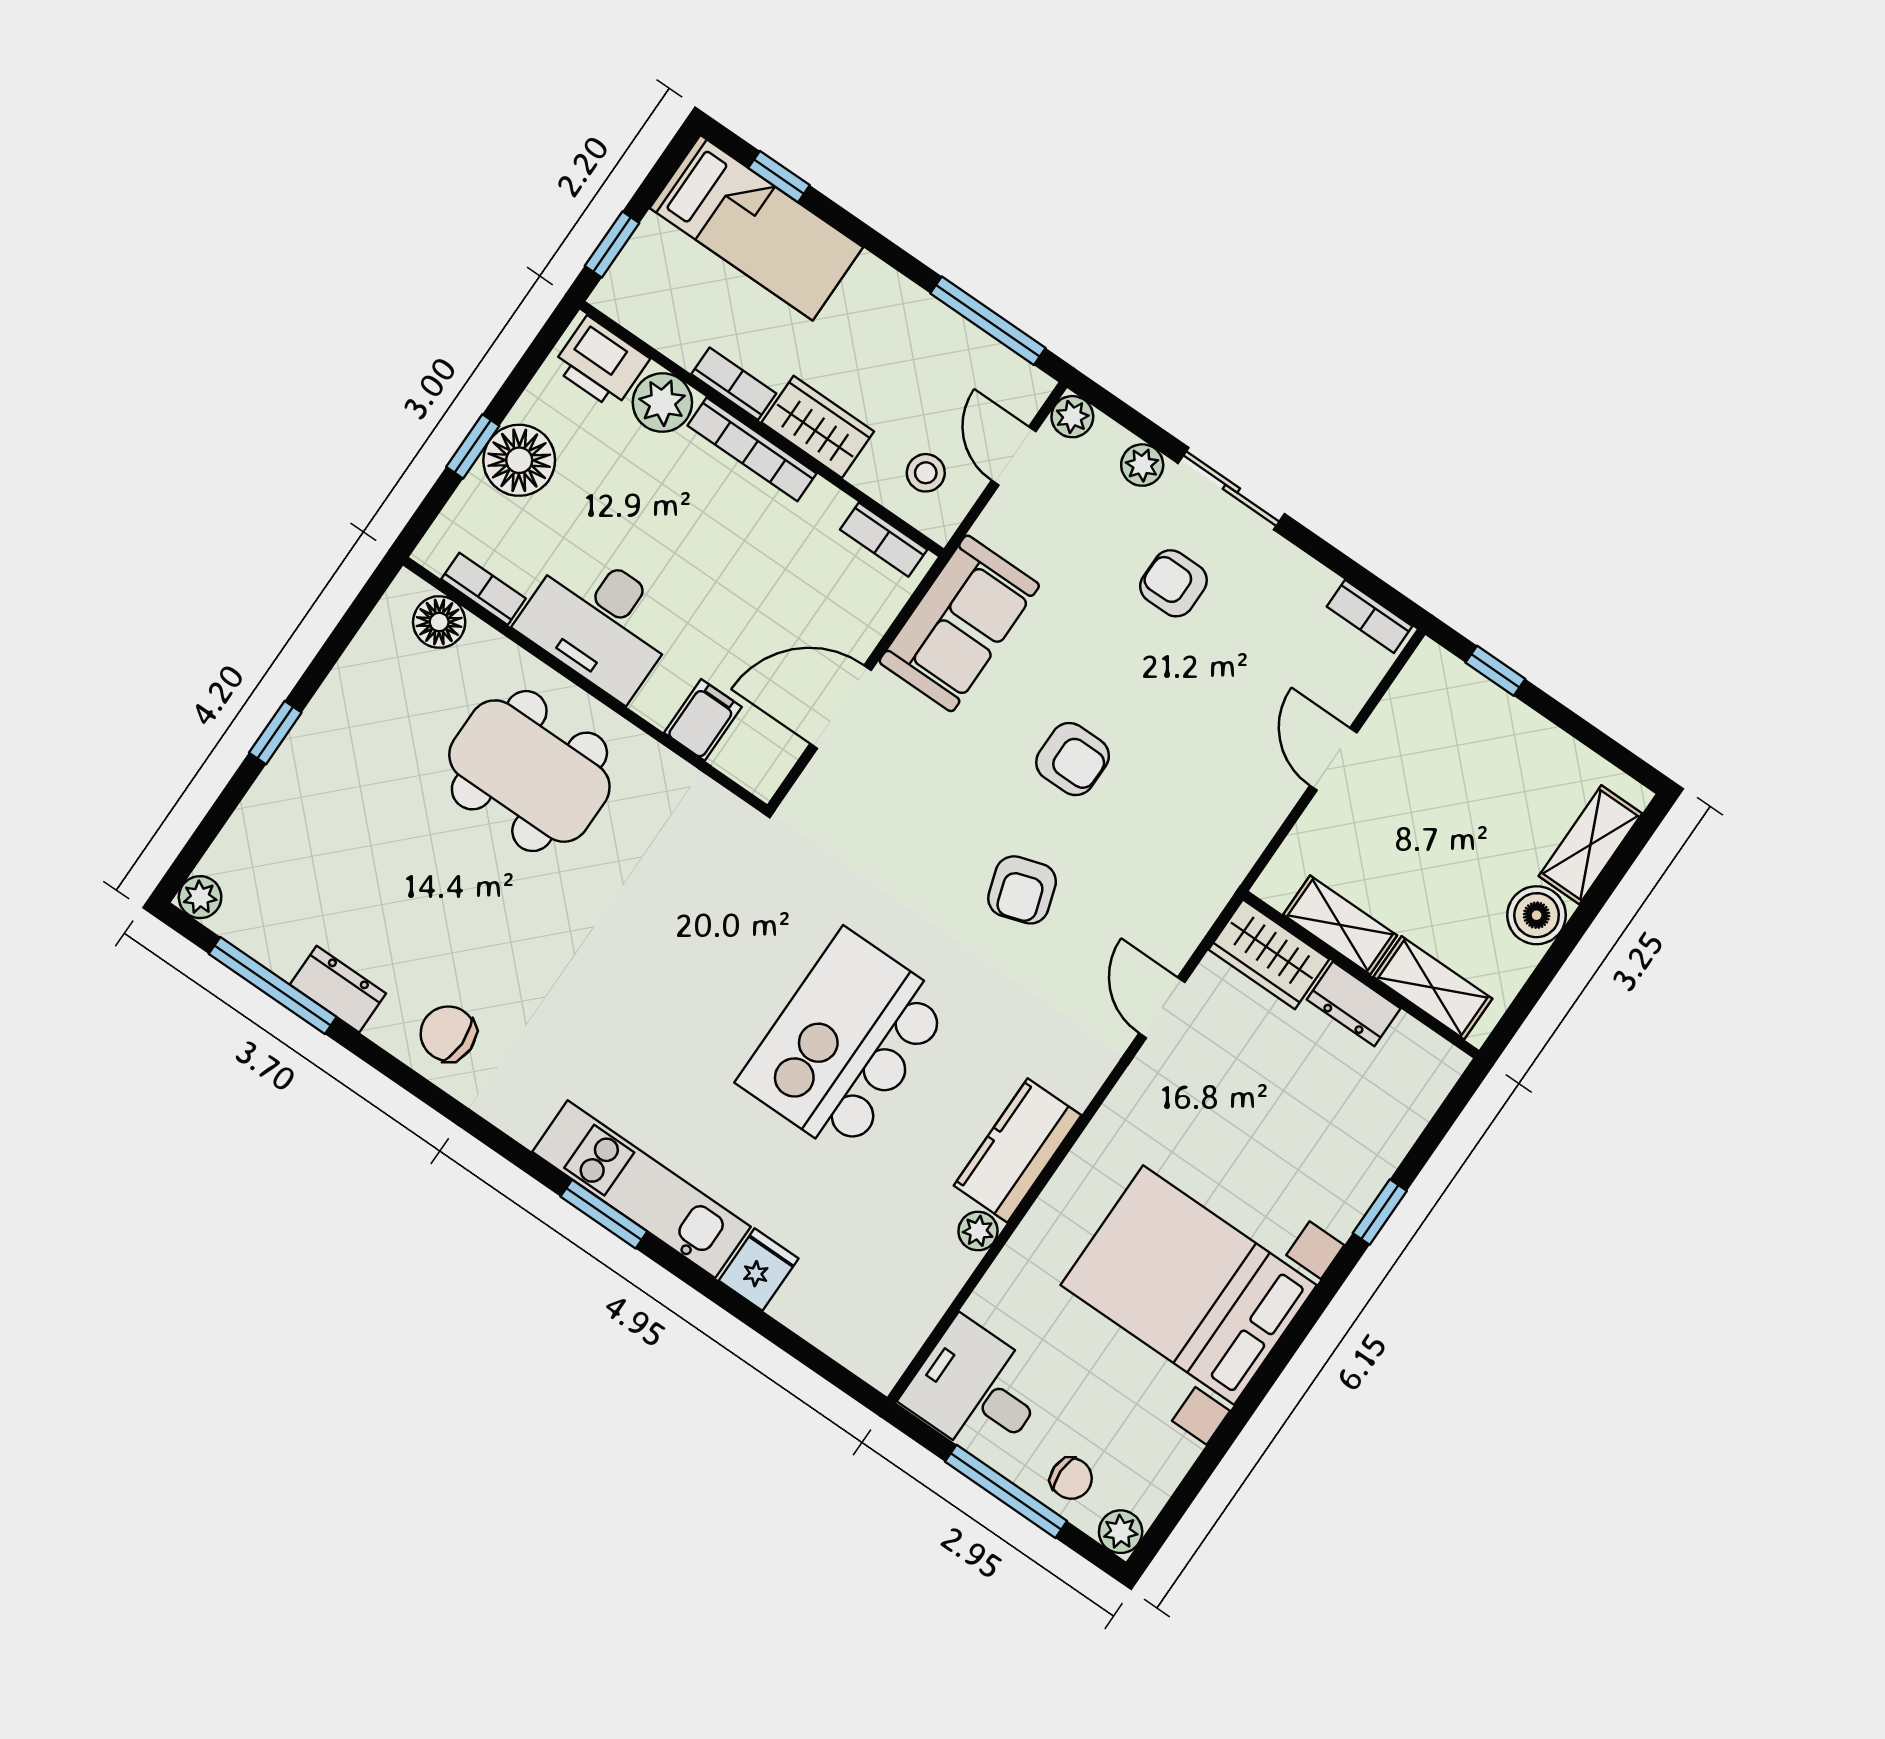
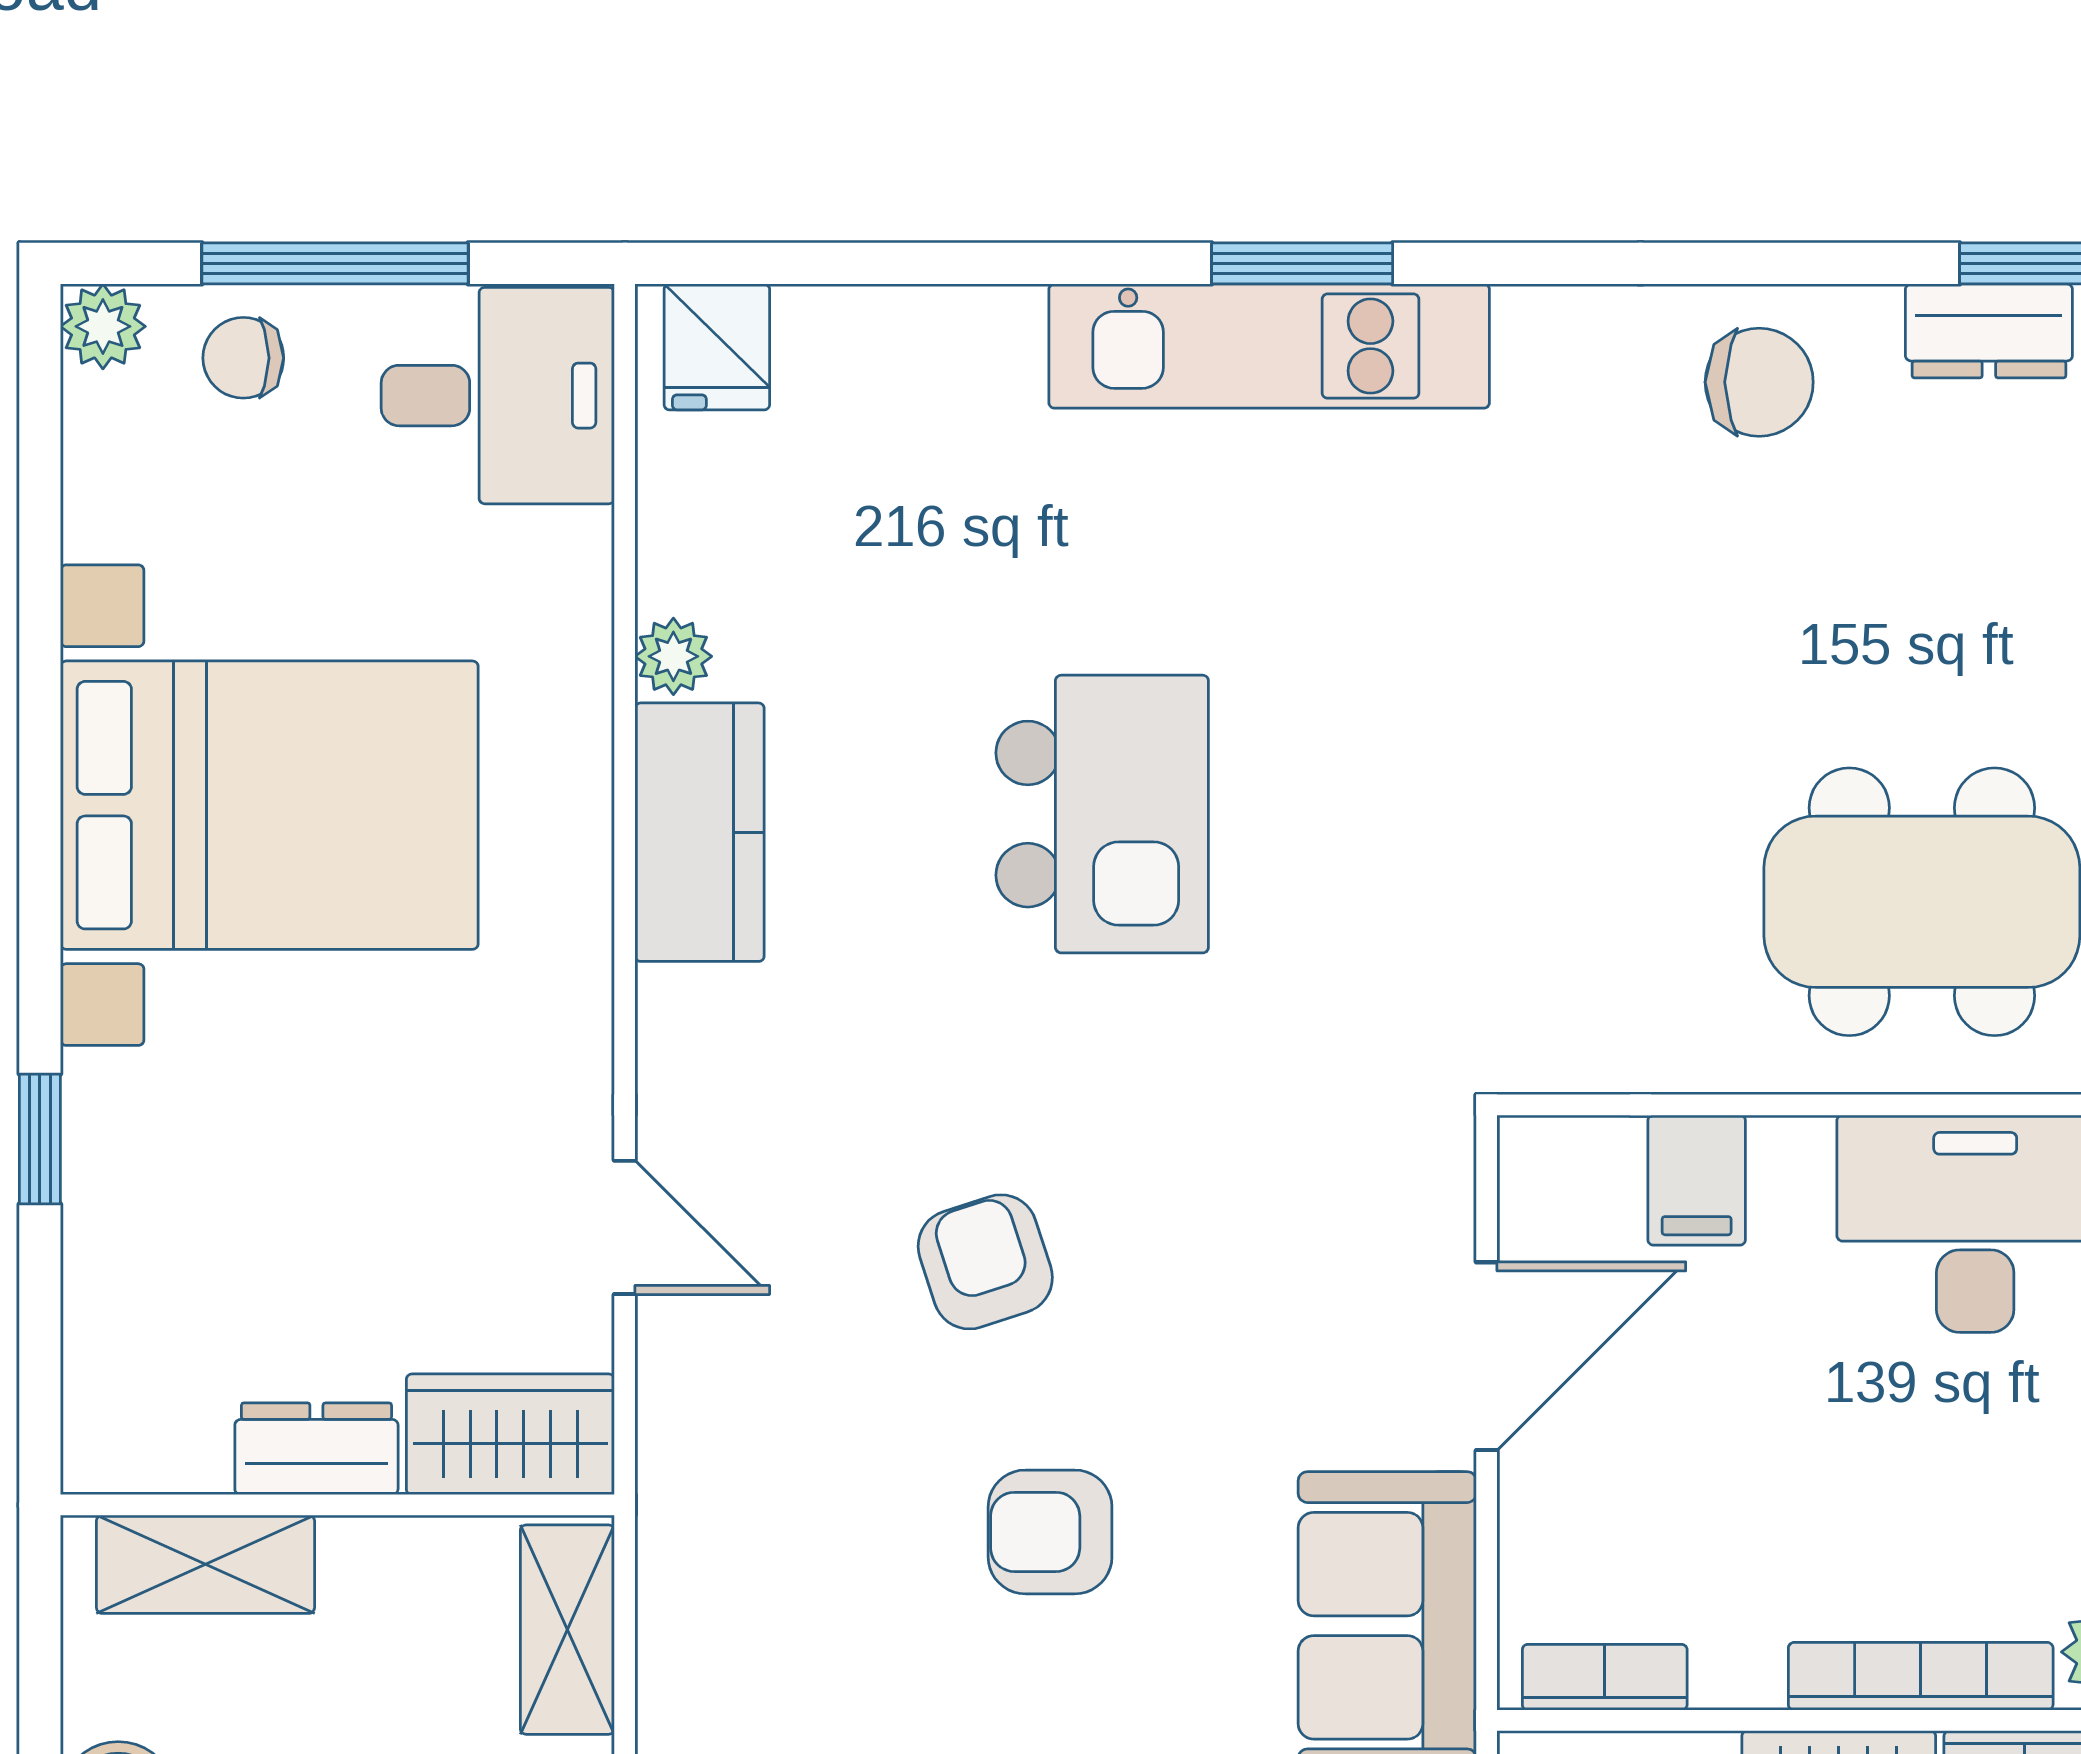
shelving: (1340, 925) -> (567, 1630), moved, turned 90
kitchen island: (845, 1043) -> (1102, 814), width x0.73, depth x0.78
fridge: (759, 1269) -> (717, 347), moved

